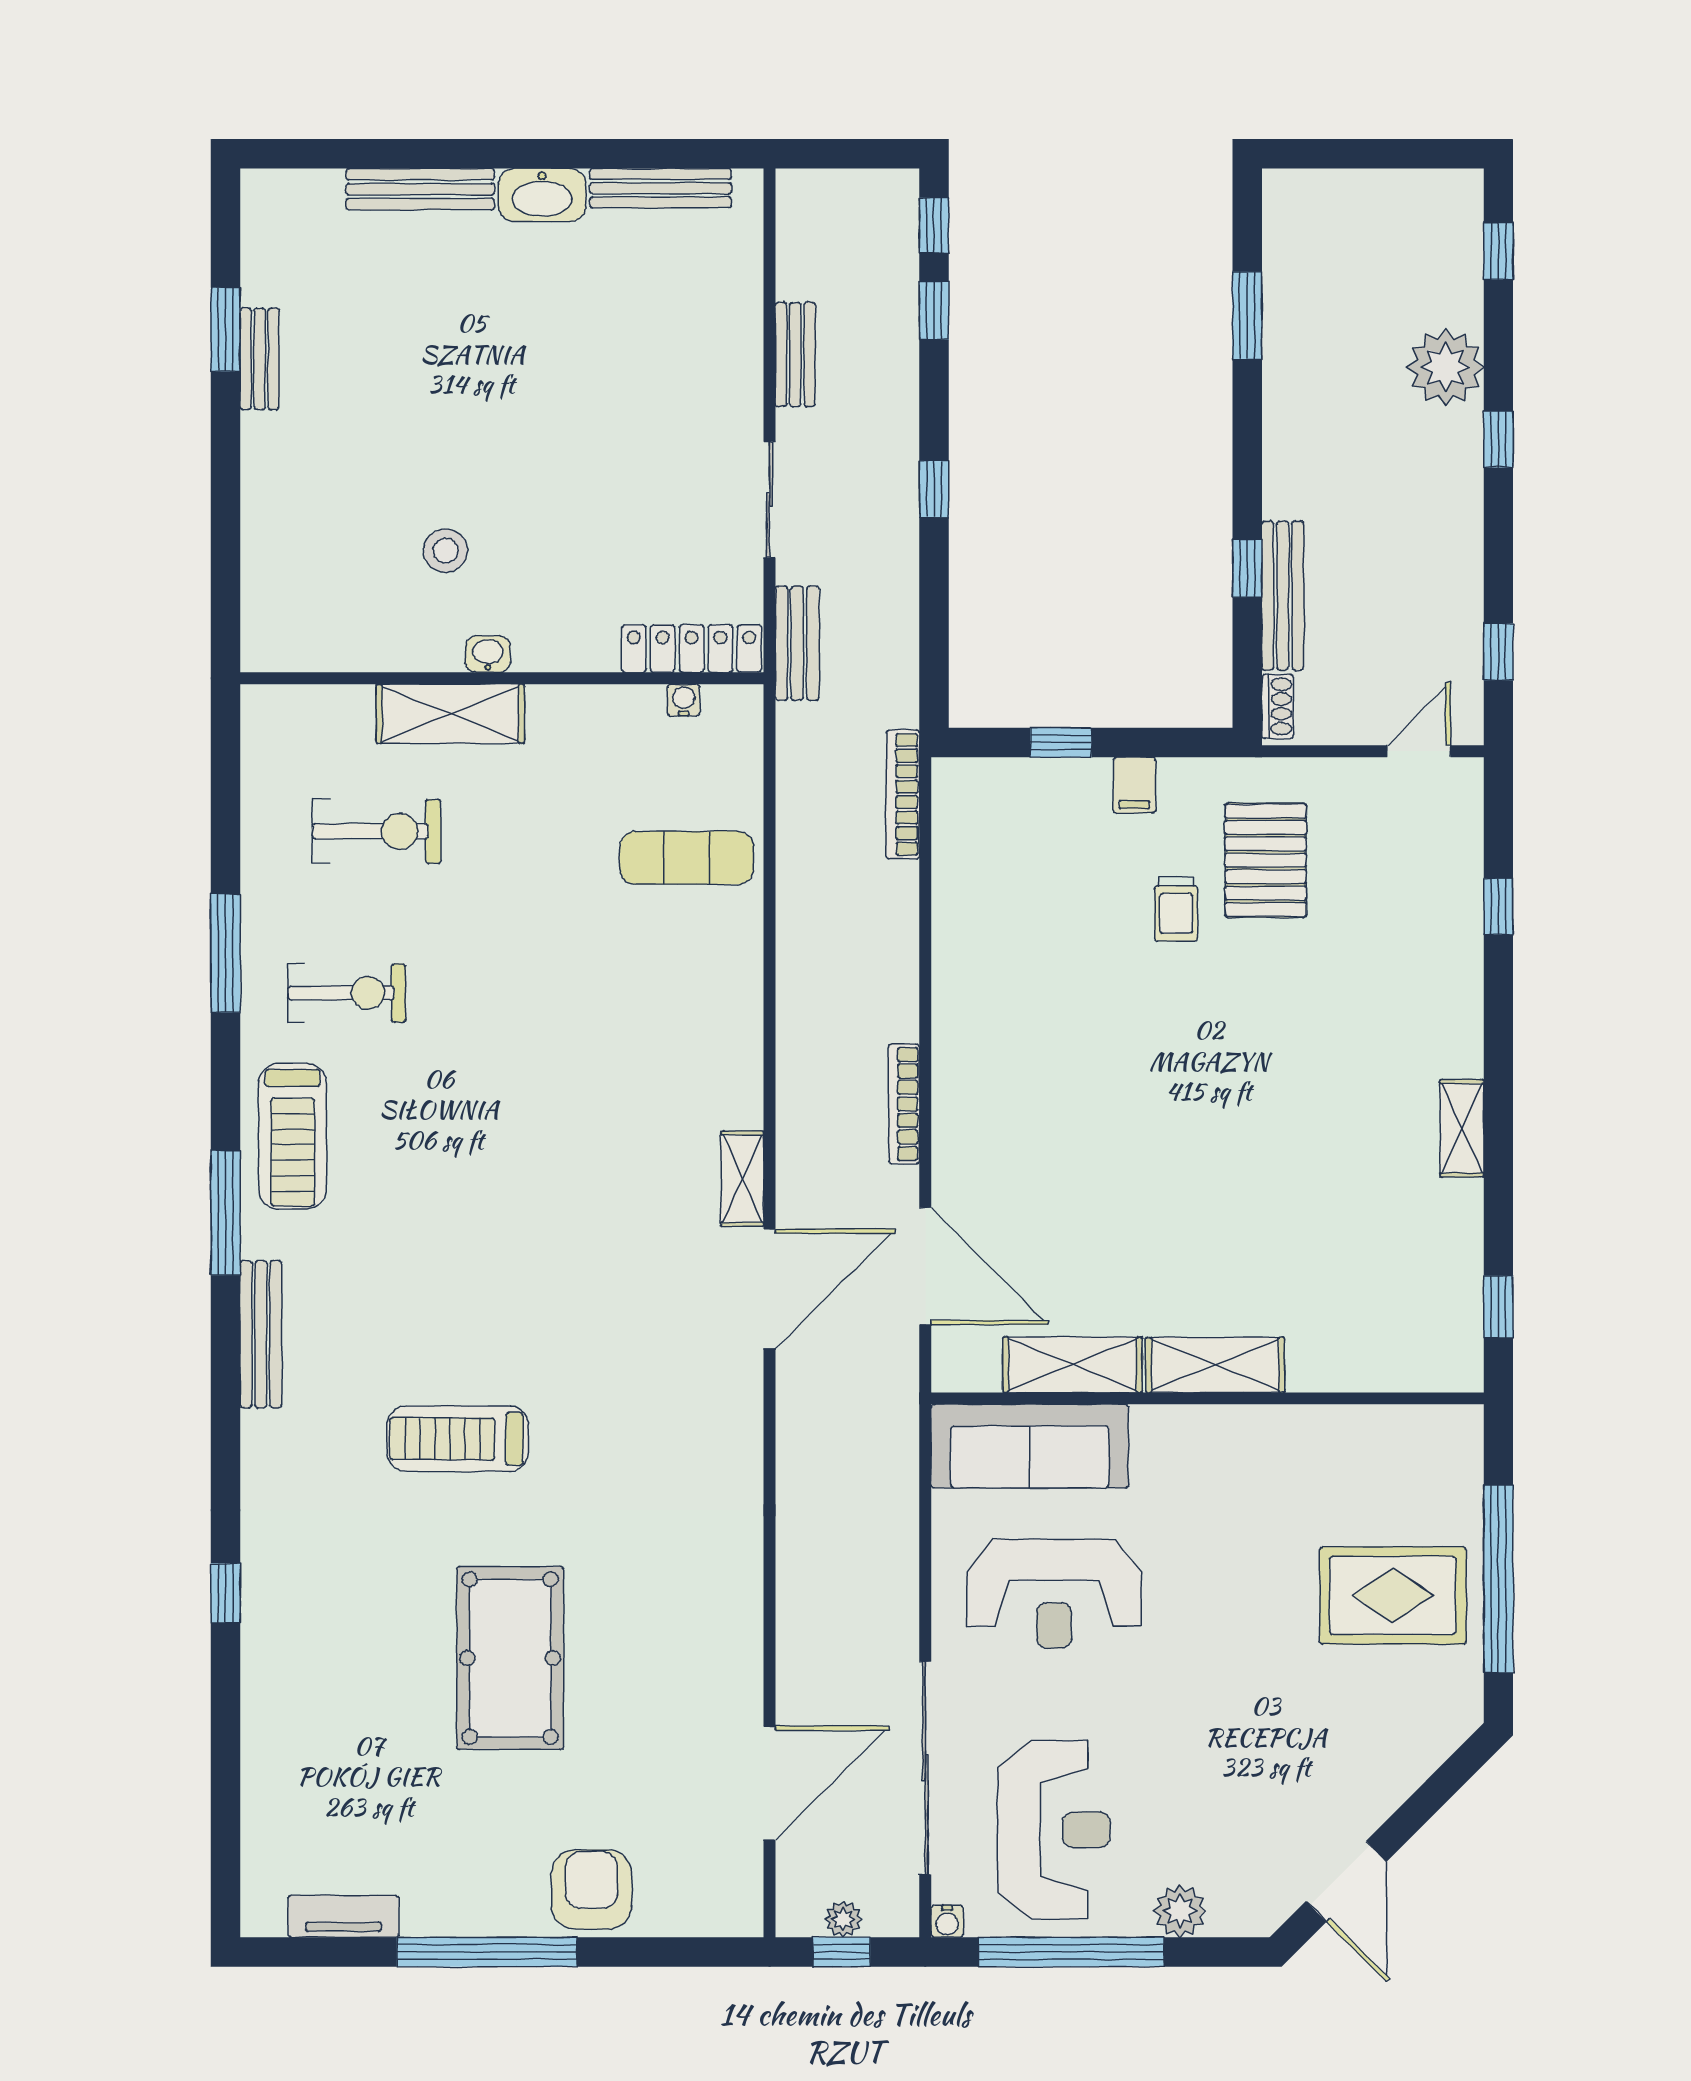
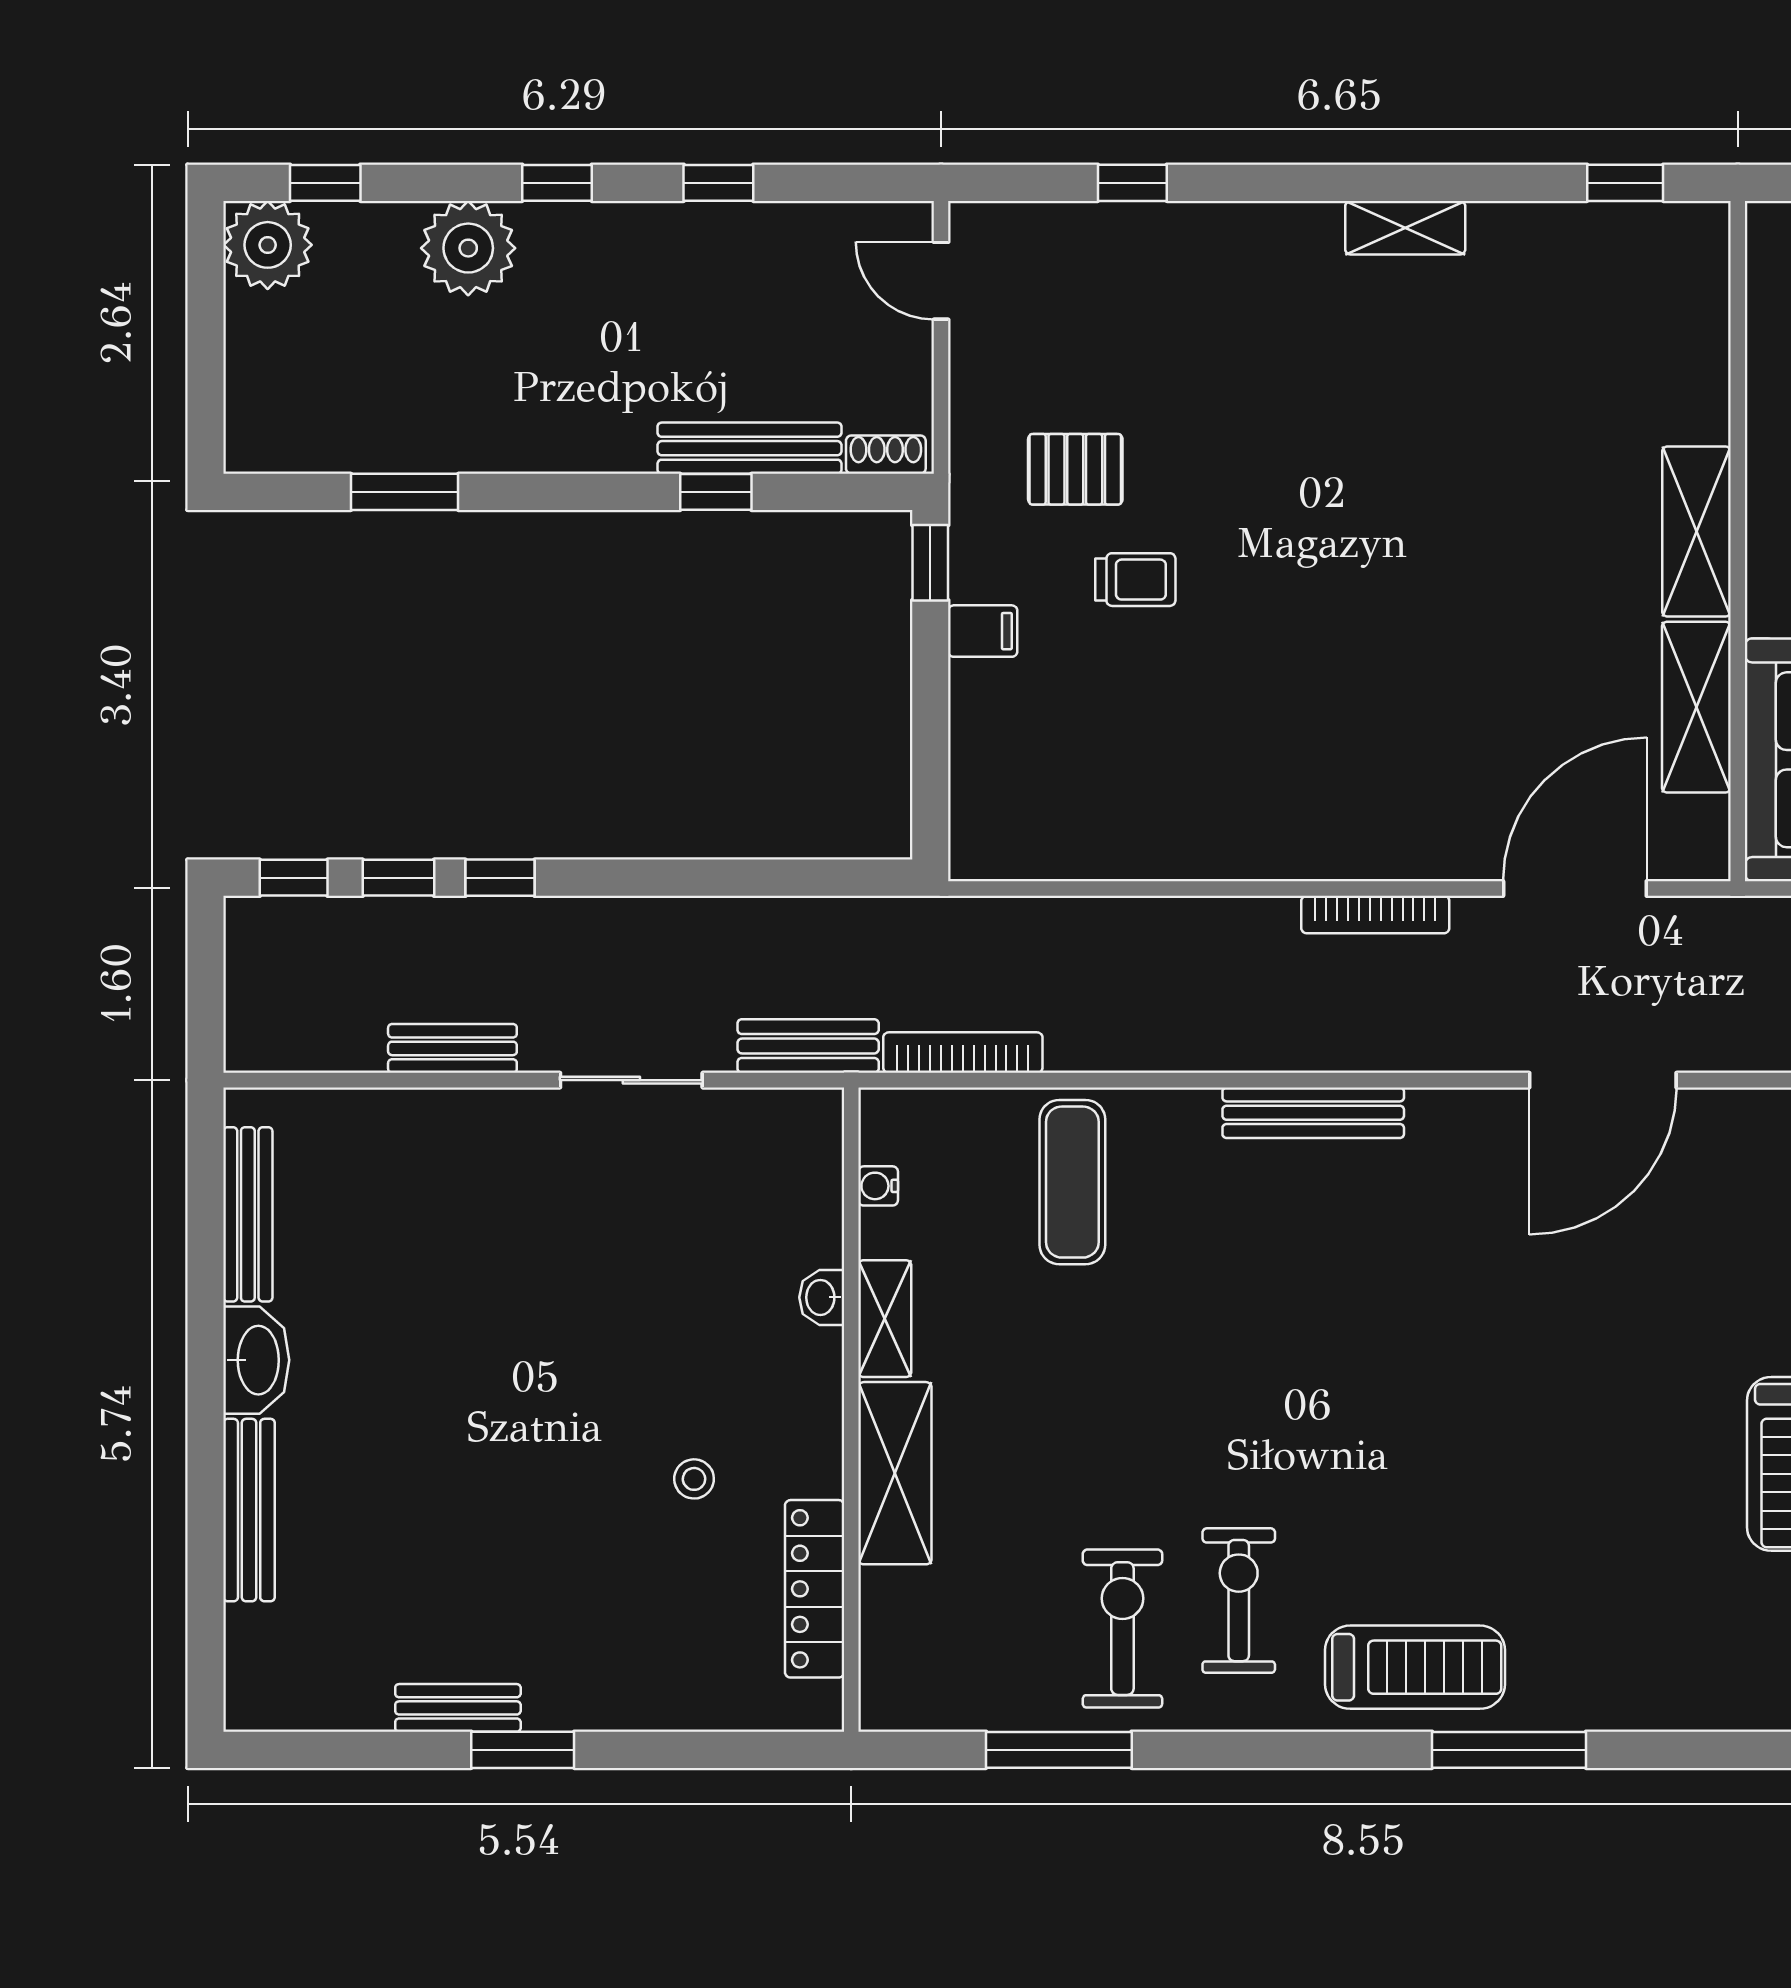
plant: (1448, 204) -> (268, 245), added
window: (226, 329) -> (523, 1750), moved
window: (934, 489) -> (500, 878), moved
stool: (446, 551) -> (694, 1479), width x0.73, depth x0.73
locker: (692, 649) -> (815, 1589), moved
window: (1498, 652) -> (718, 183), moved
washbasin: (488, 654) -> (822, 1297), moved
window: (1061, 742) -> (930, 563), moved
bookcase: (903, 794) -> (963, 1053), moved, turned 180
exercise bike: (377, 831) -> (1122, 1629), moved
pallet: (1266, 860) -> (1075, 469), width x0.67, depth x0.71
window: (226, 953) -> (1059, 1750), moved
shelving: (742, 1179) -> (885, 1319), moved, turned 90
door: (770, 1289) -> (1603, 1080), swing flipped
bench: (261, 1334) -> (1313, 1113), moved

